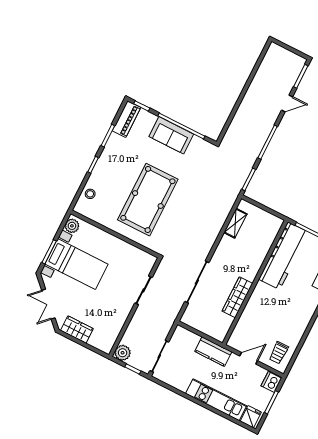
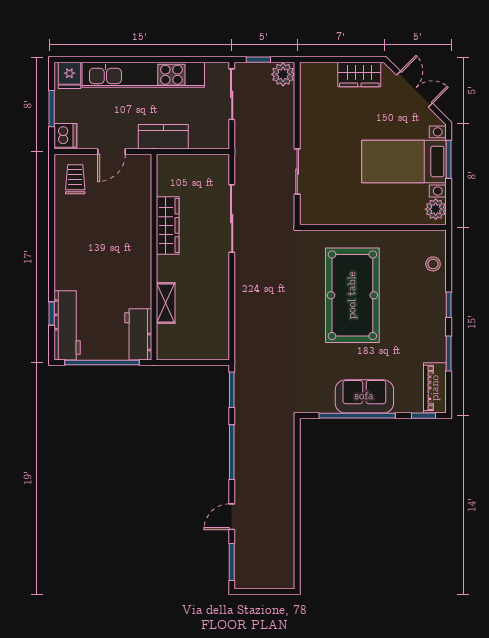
shelving: (235, 223) -> (166, 303), moved
workbench: (284, 256) -> (138, 334), width x0.53, depth x0.76
kitchen unit: (216, 400) -> (143, 75), width x1.36

